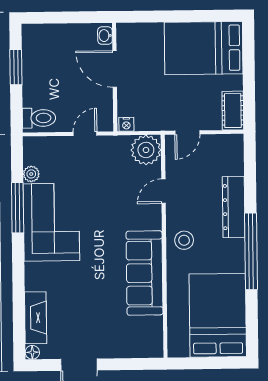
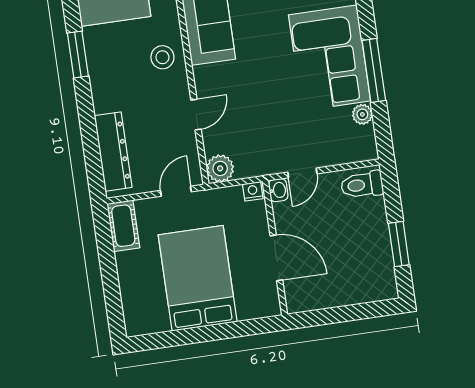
washbasin: (105, 36) -> (278, 190), moved
bed: (204, 48) -> (198, 278), moved, turned -90
plant: (146, 150) -> (220, 168), width x0.73, depth x0.73
dresser: (234, 207) -> (113, 152), moved
window: (251, 251) -> (78, 55), width x0.47

